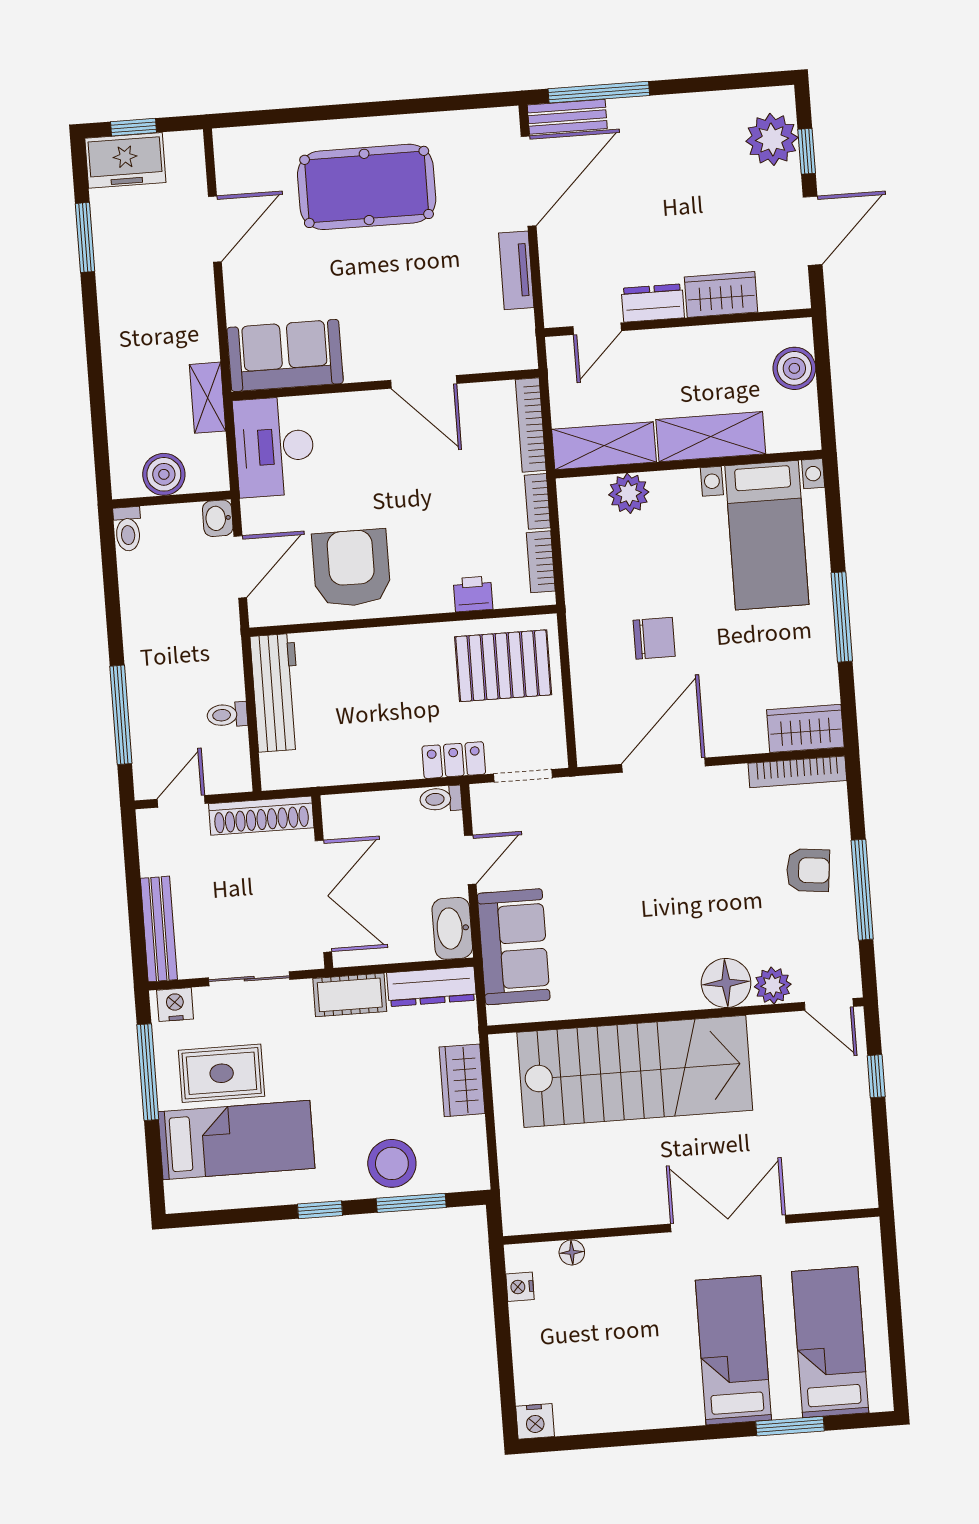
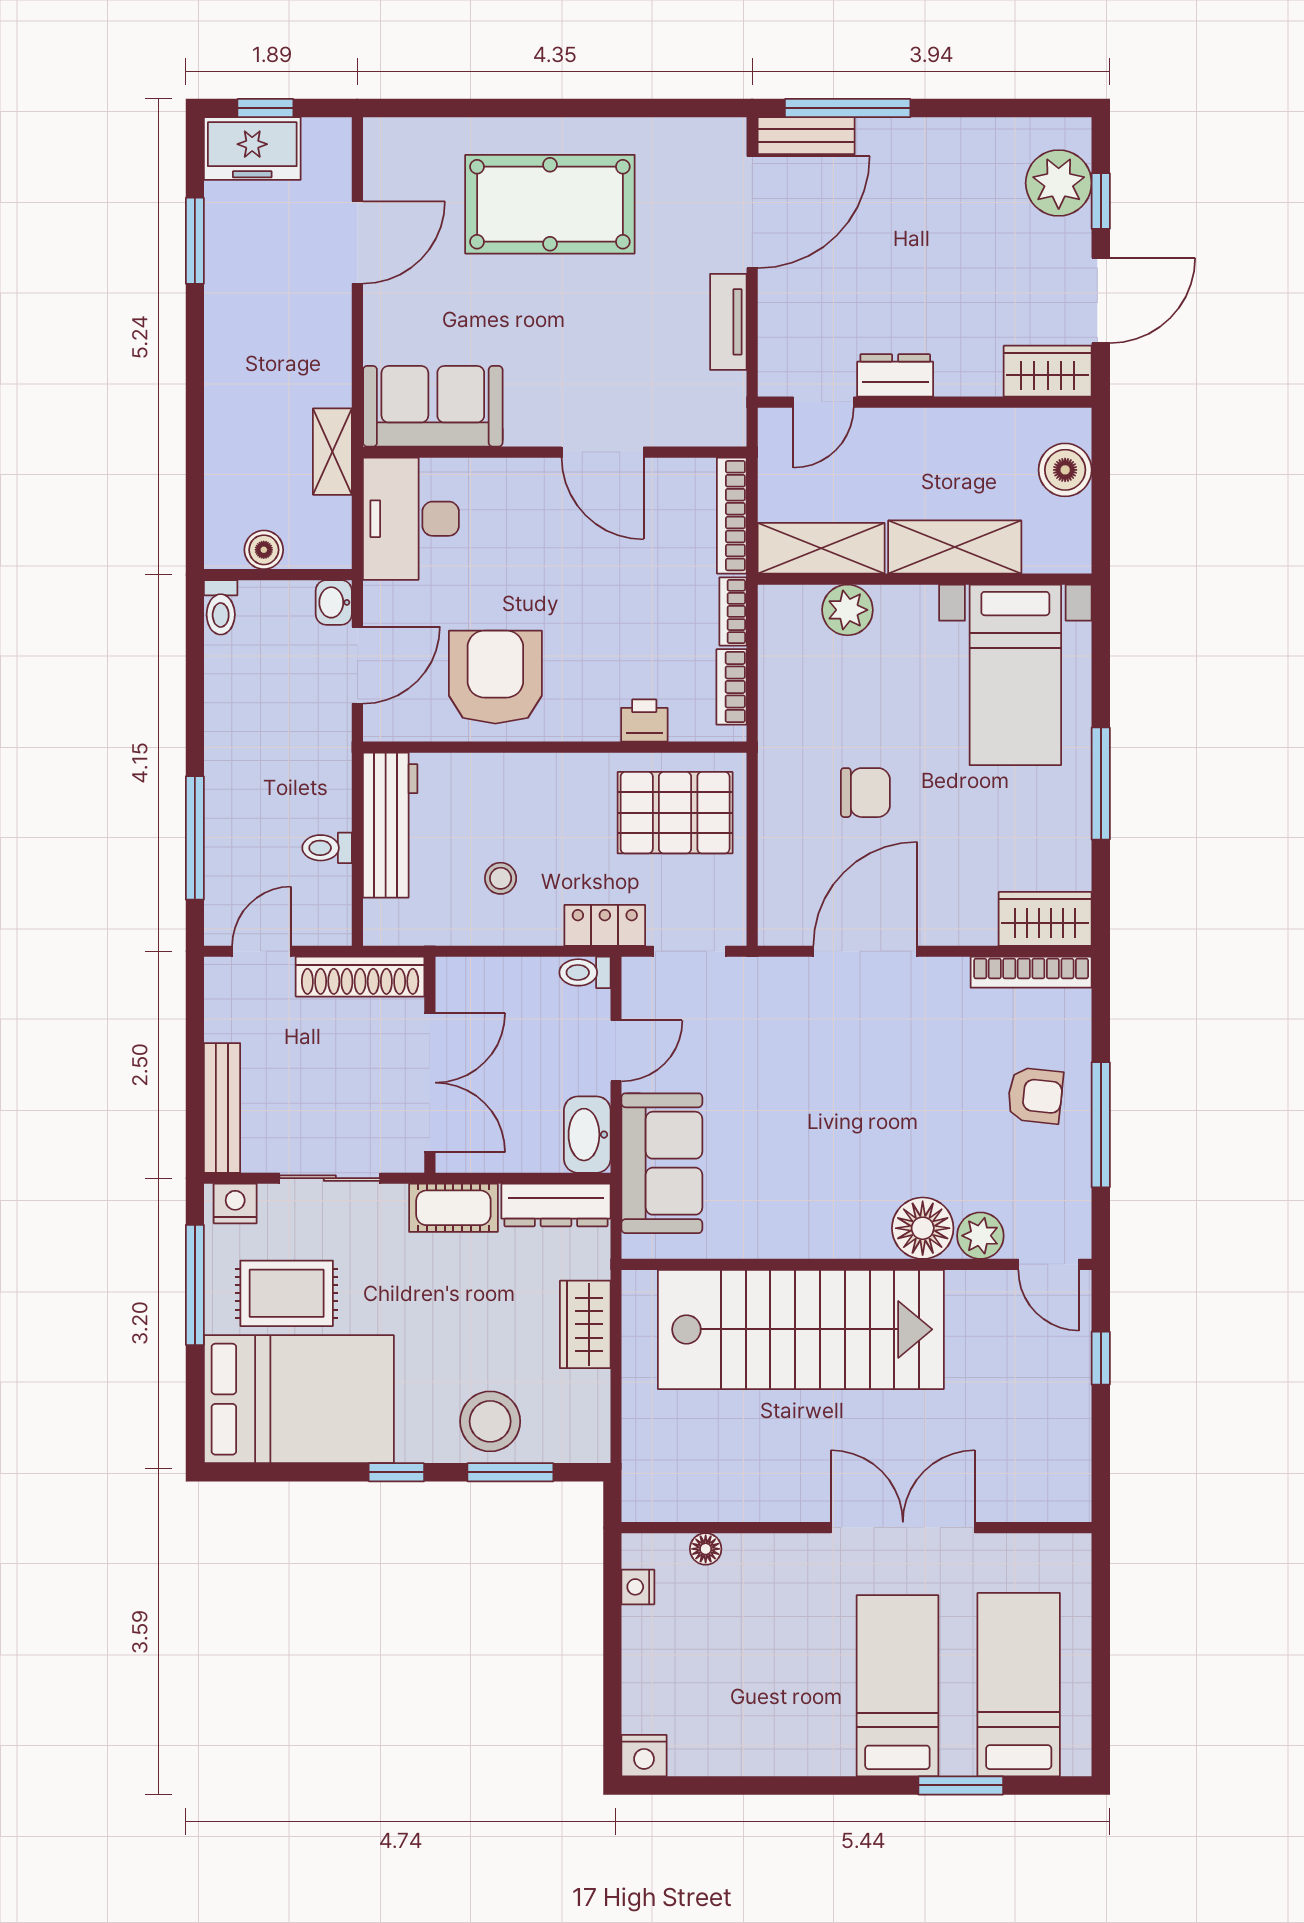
wardrobe: (721, 294) -> (1048, 371), moved
boiler: (164, 474) -> (264, 550), width x0.73, depth x0.73
stool: (368, 729) -> (501, 878), added
bed: (236, 1140) -> (299, 1399), width x1.50

